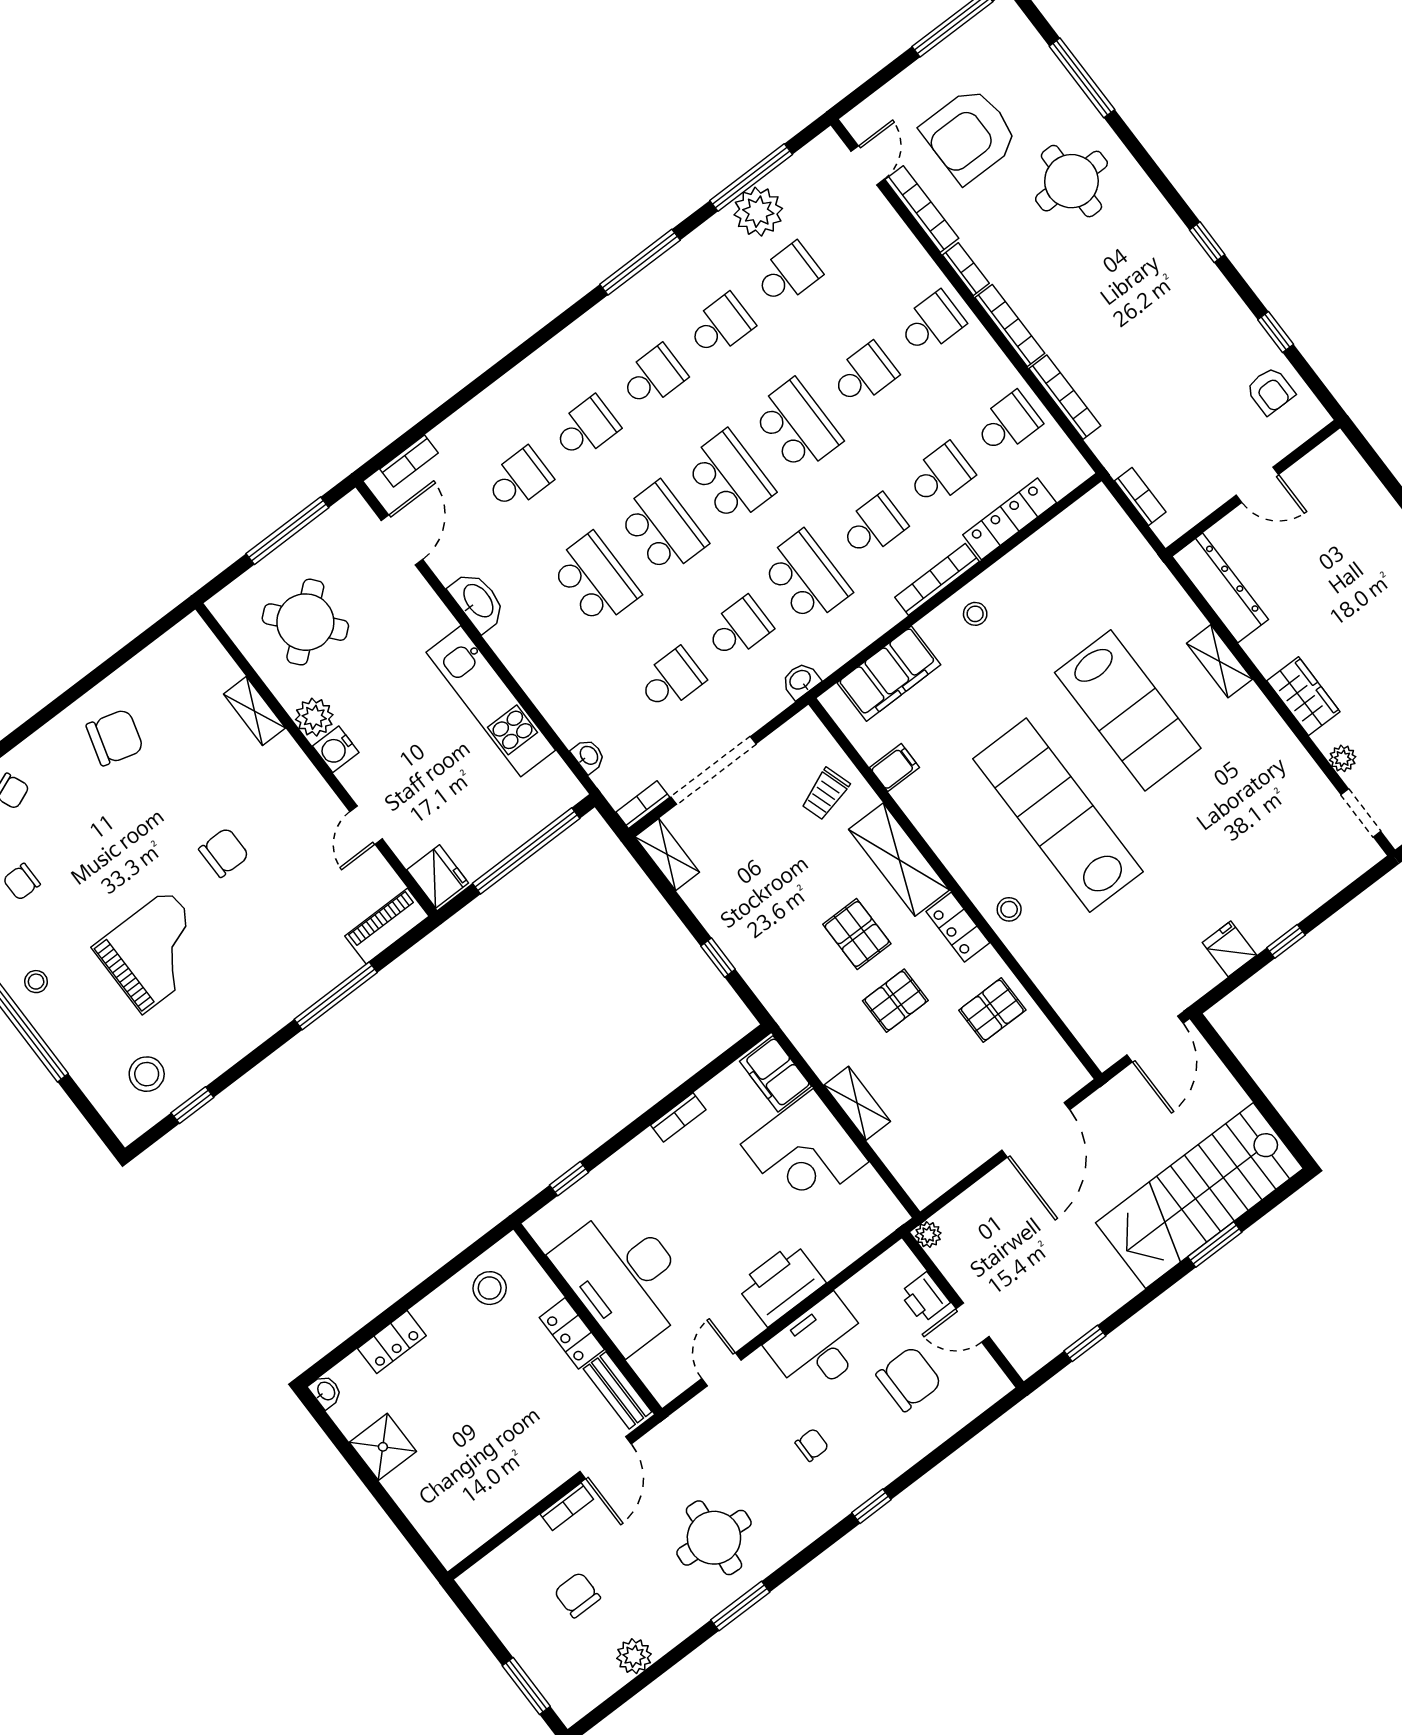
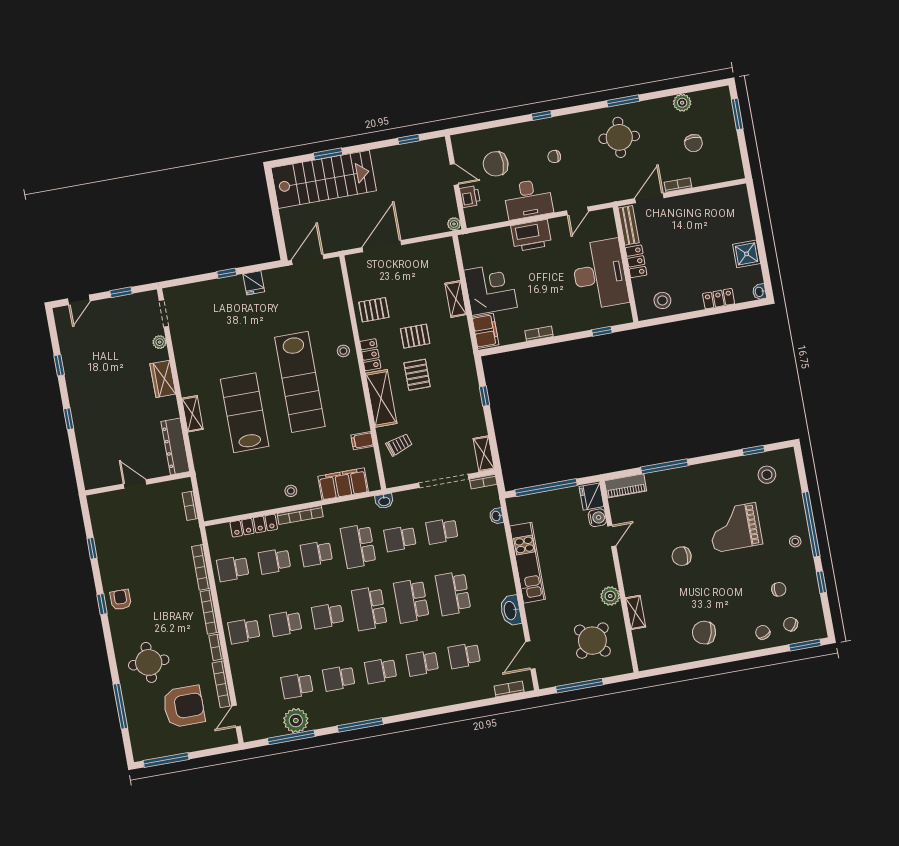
armchair: (1270, 391) -> (121, 600), moved
school desk: (797, 426) -> (328, 616), width x0.54
water cooler: (336, 749) -> (597, 518), moved

